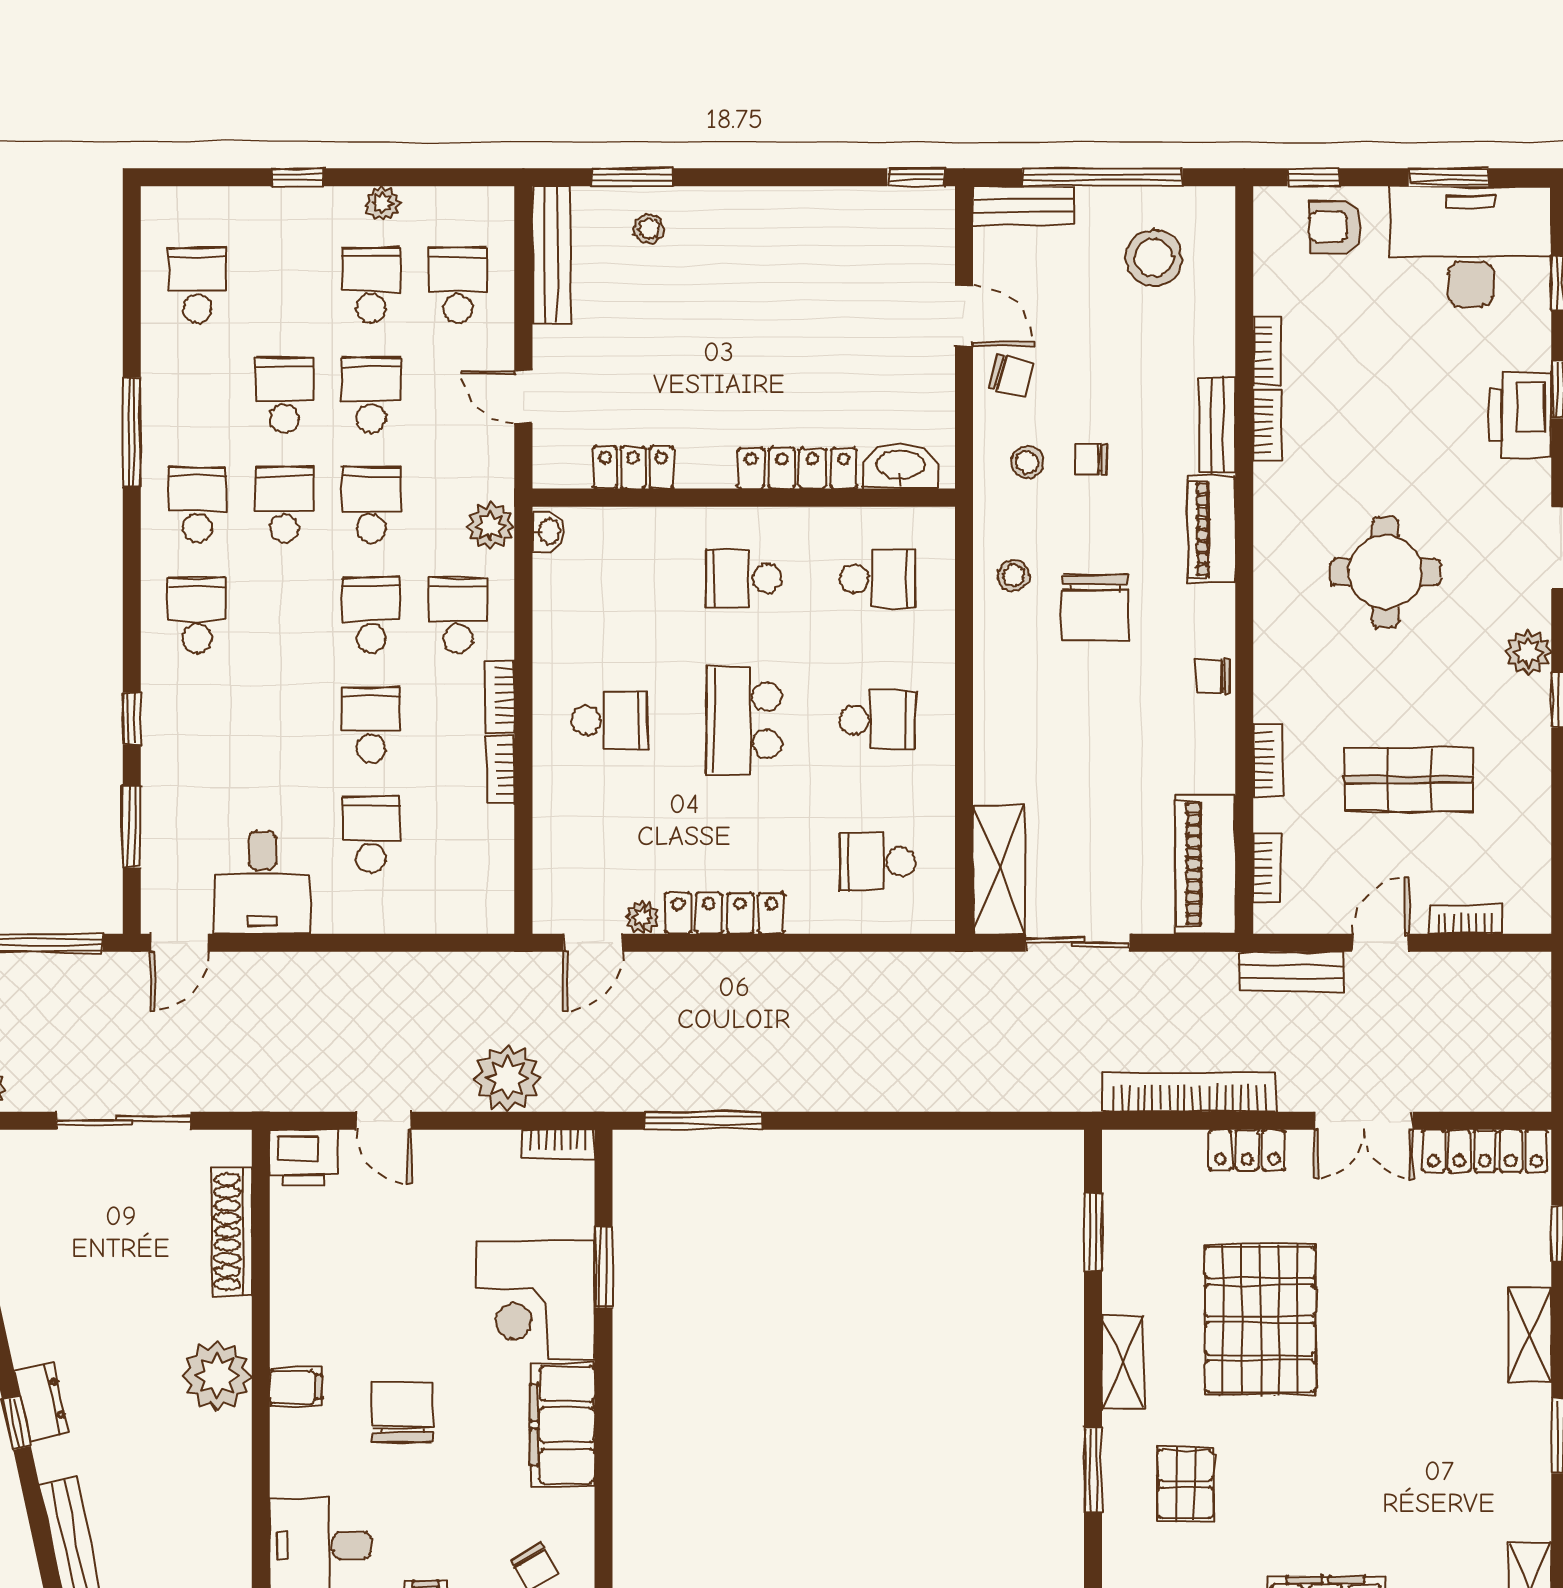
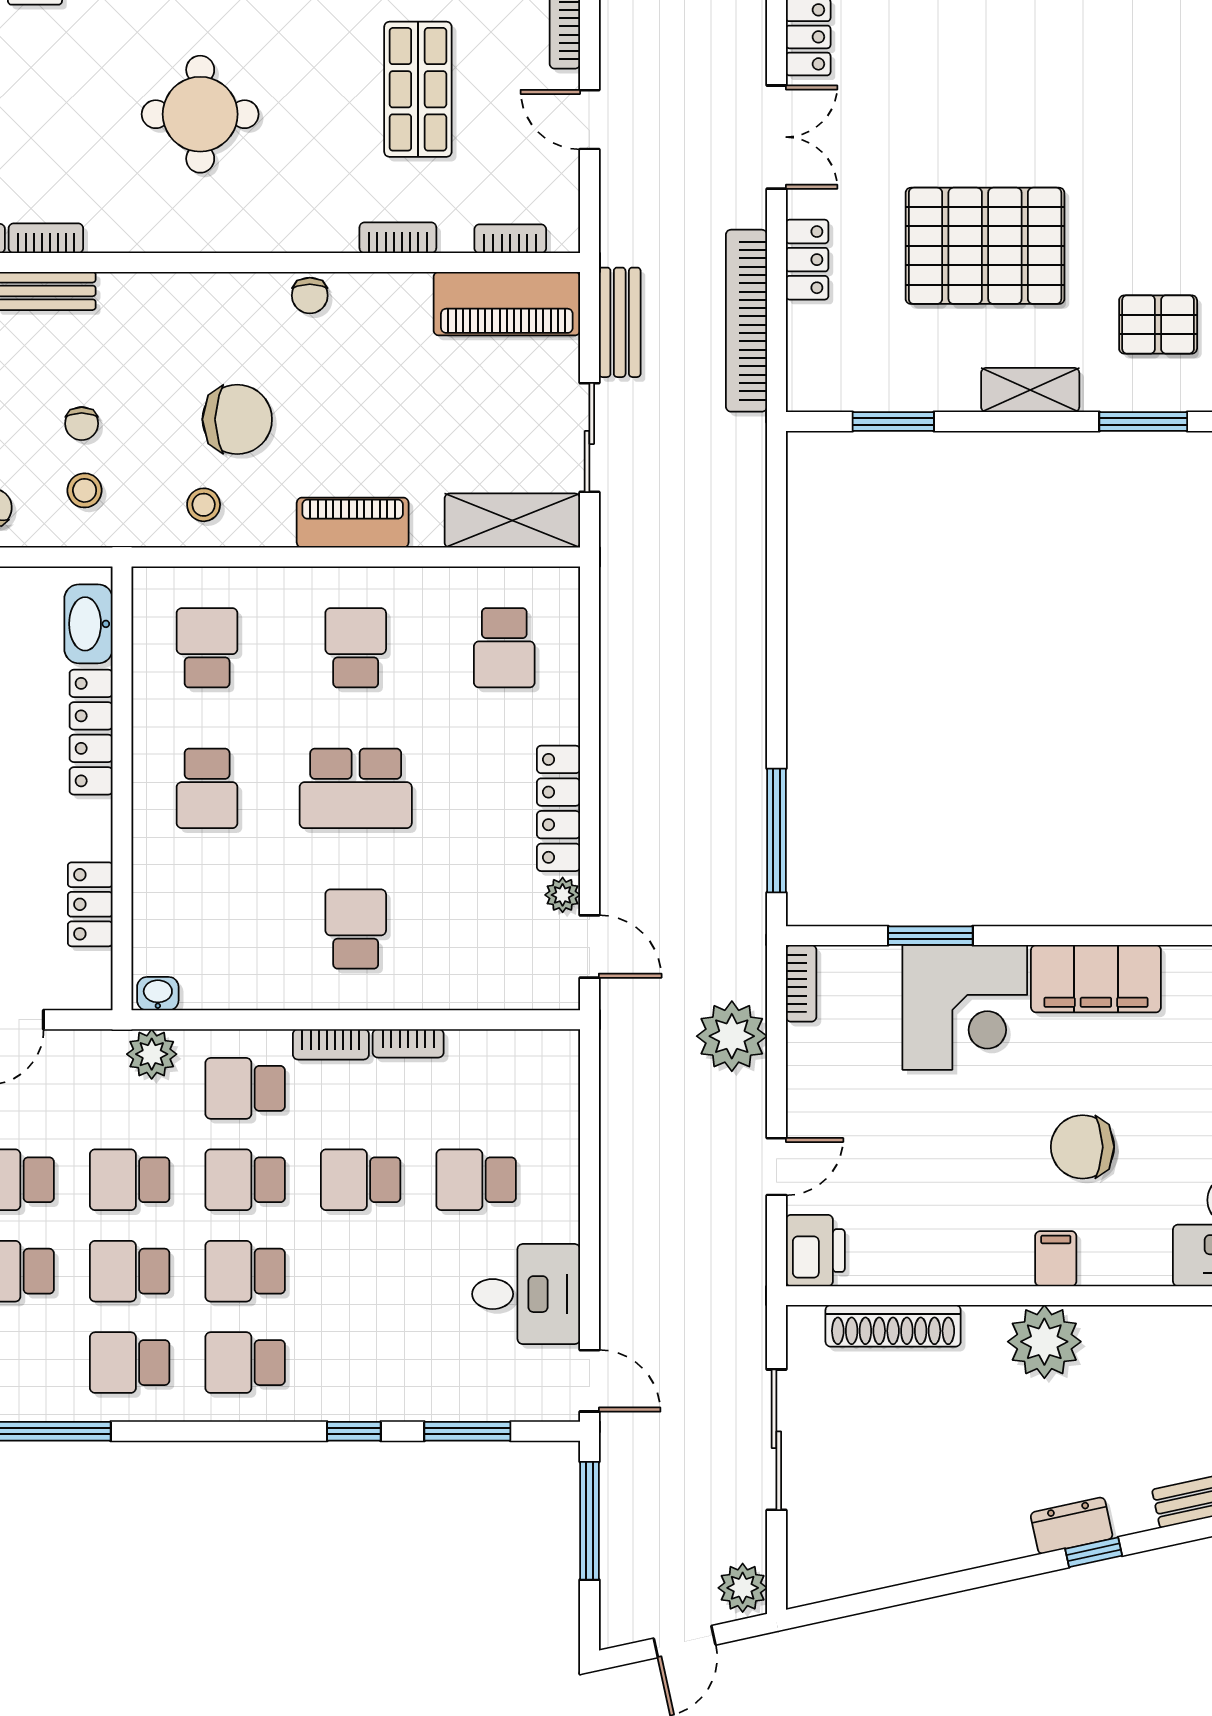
piano: (1212, 529) -> (353, 523), moved, turned 180
school desk: (284, 615) -> (245, 1271), added
bench: (1291, 971) -> (620, 322), moved

